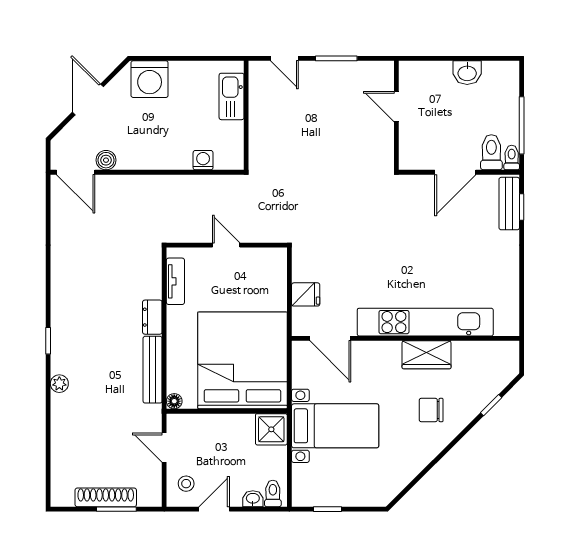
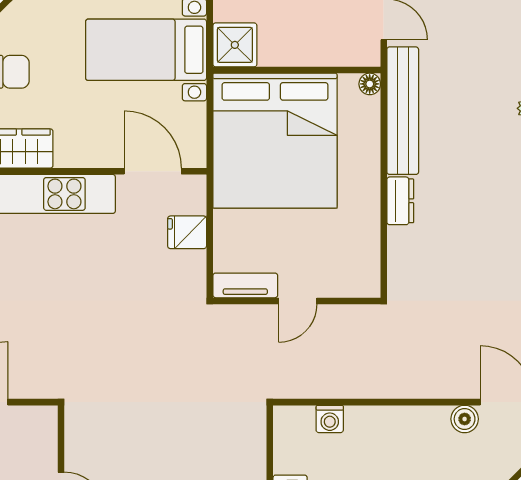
door: (226, 245) -> (298, 301), hinge flipped
tv unit: (175, 281) -> (245, 285), moved, turned 90
bench: (153, 370) -> (403, 111), width x1.37, depth x1.21

